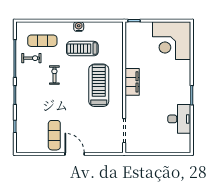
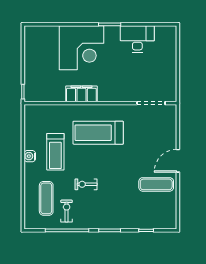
corner desk: (172, 41) -> (81, 48), moved
filing cabinet: (132, 82) -> (81, 94), moved

